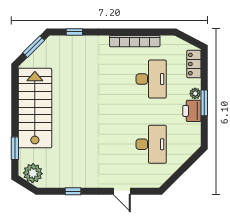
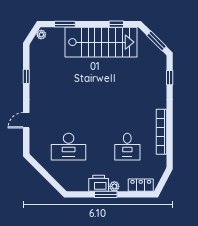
desk: (151, 79) -> (127, 147), width x0.73
window: (15, 91) -> (116, 24), added
plant: (33, 173) -> (41, 35), width x0.53, depth x0.53

